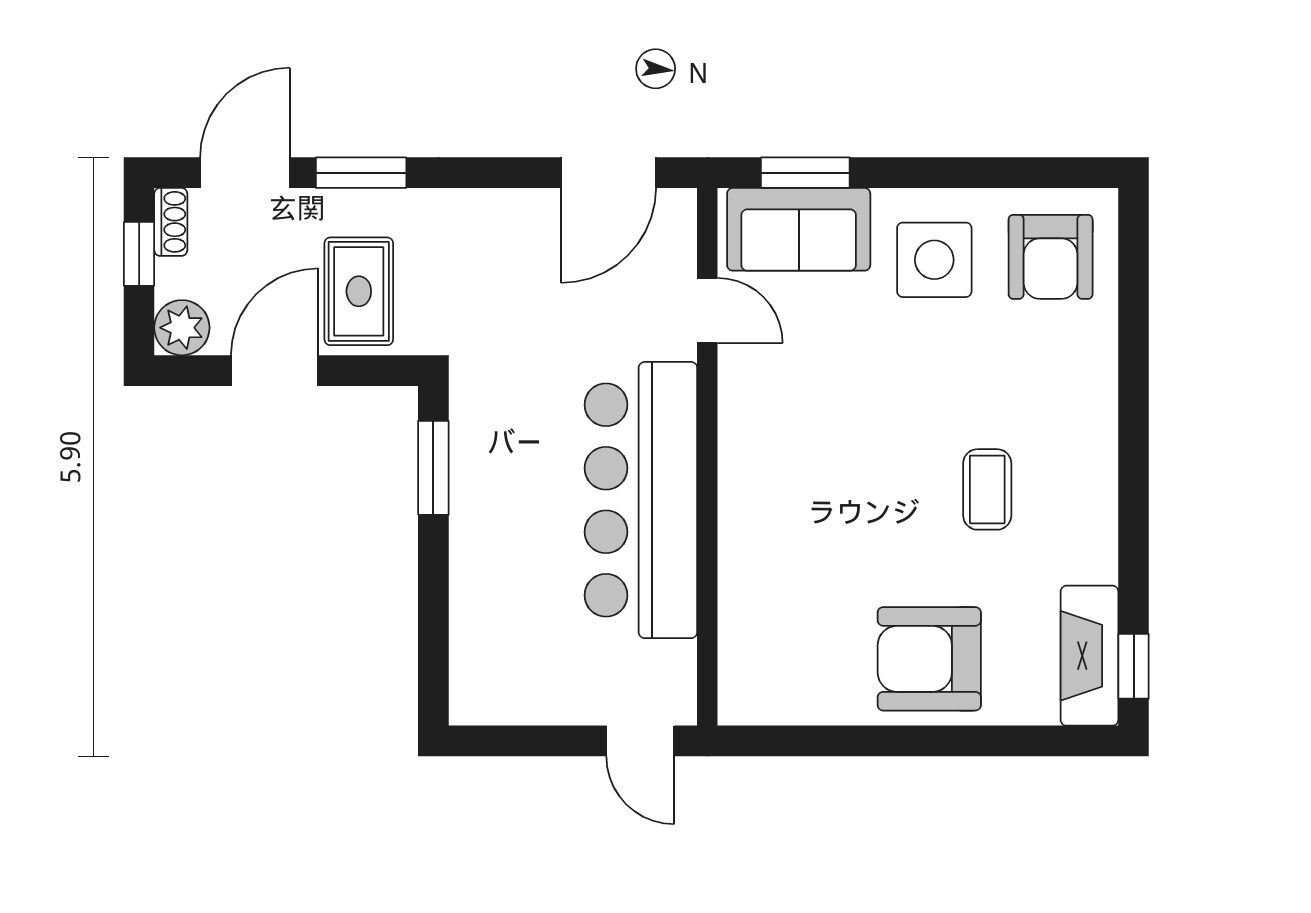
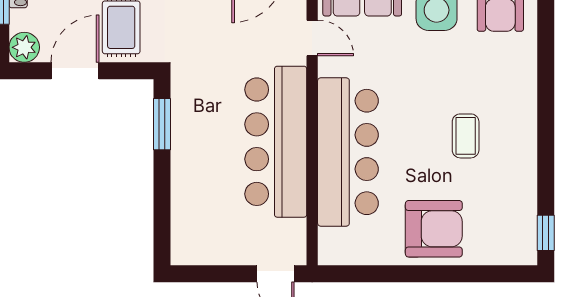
bar counter: (773, 519) -> (348, 152), added
fireplace: (1089, 656) -> (522, 227), removed
armchair: (929, 659) -> (434, 229), turned 180

